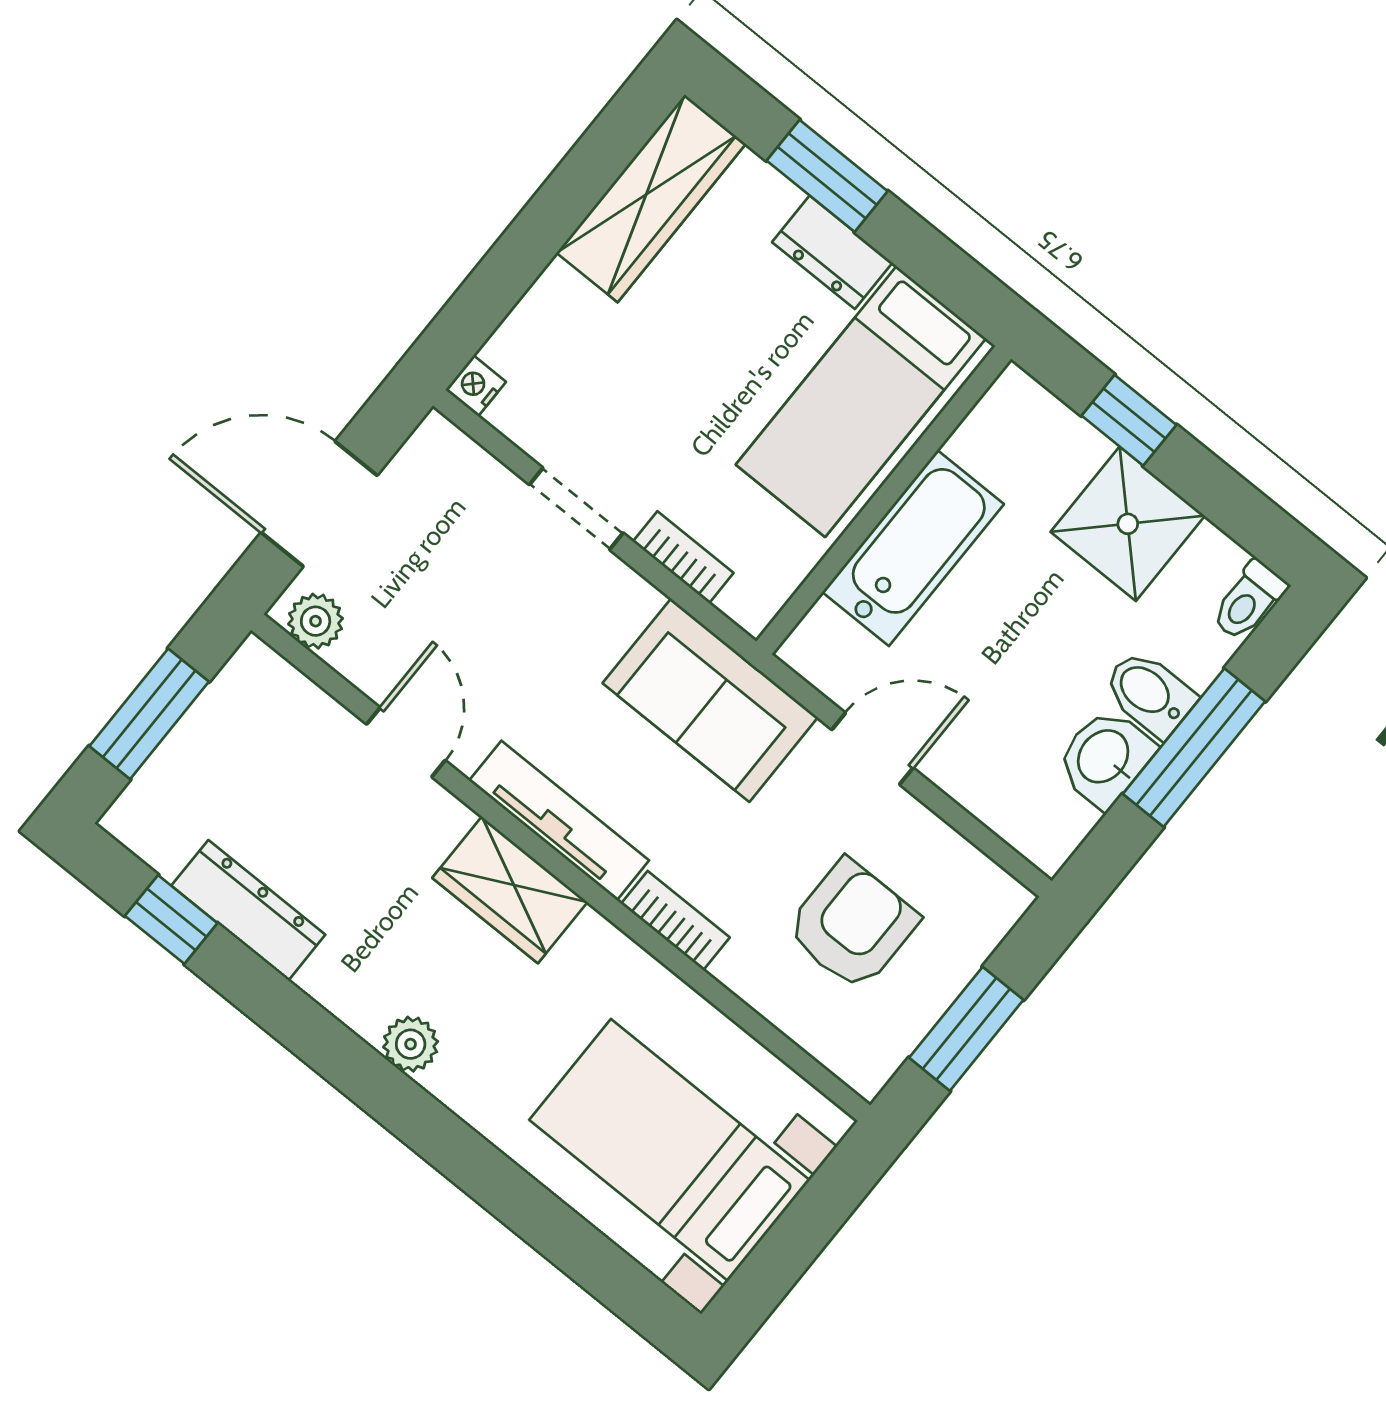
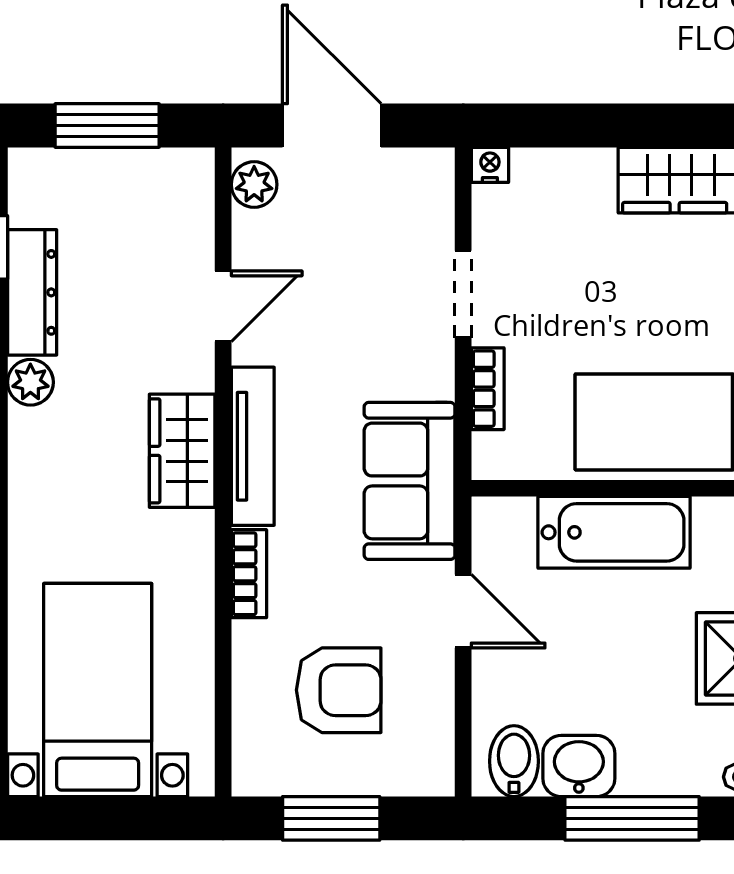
bidet: (1149, 693) -> (514, 761), moved
plant: (411, 1044) -> (30, 382), moved

